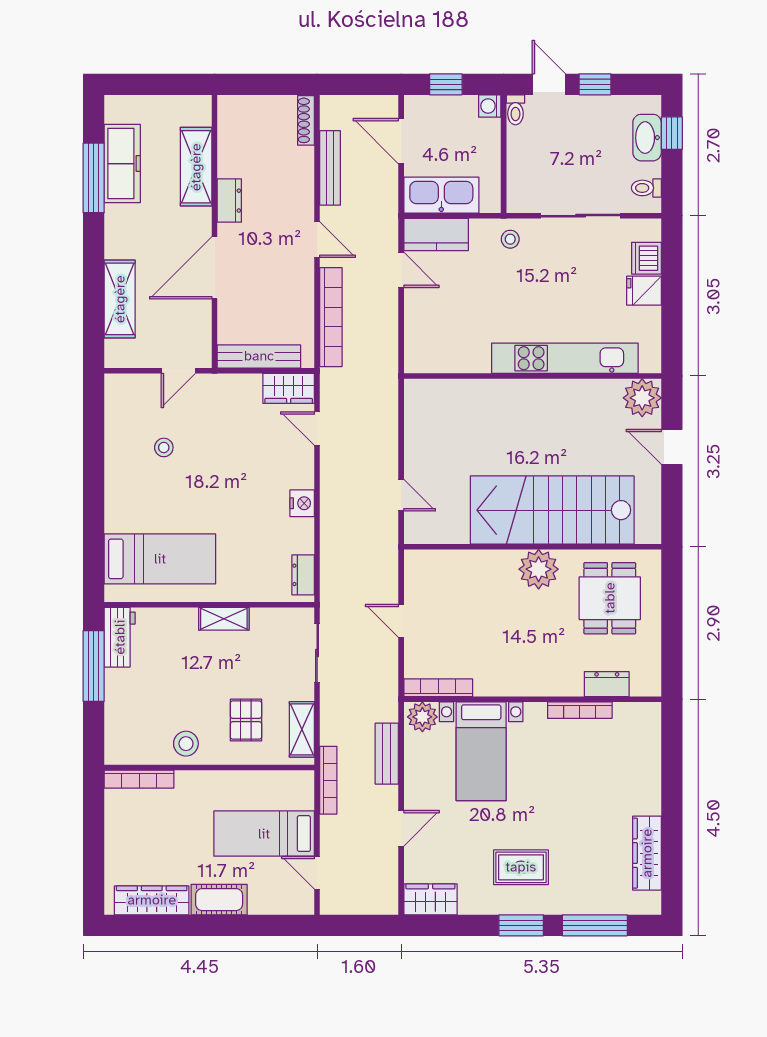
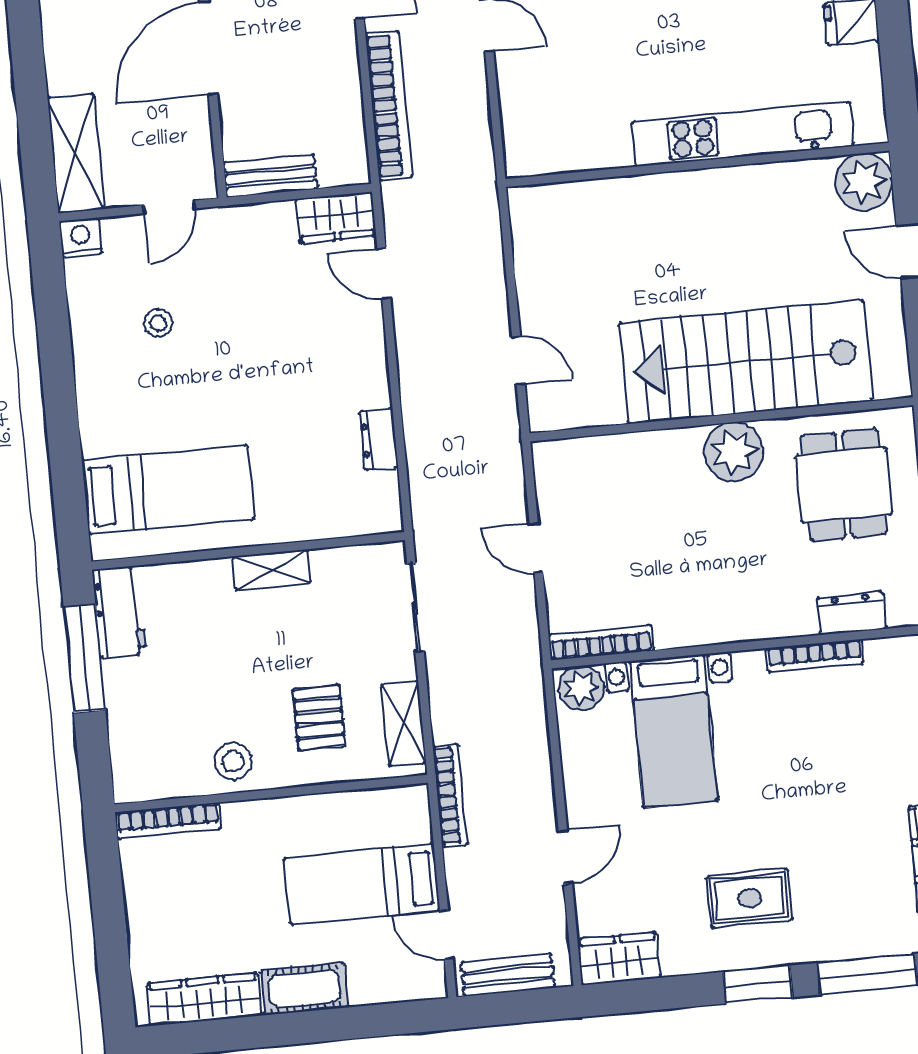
shelving: (120, 299) -> (76, 153), moved
bench: (259, 356) -> (270, 176), width x0.73
nightstand: (302, 503) -> (81, 238), moved, turned -90
dresser: (303, 575) -> (379, 439), moved
bench: (387, 754) -> (508, 975), moved, turned 90

